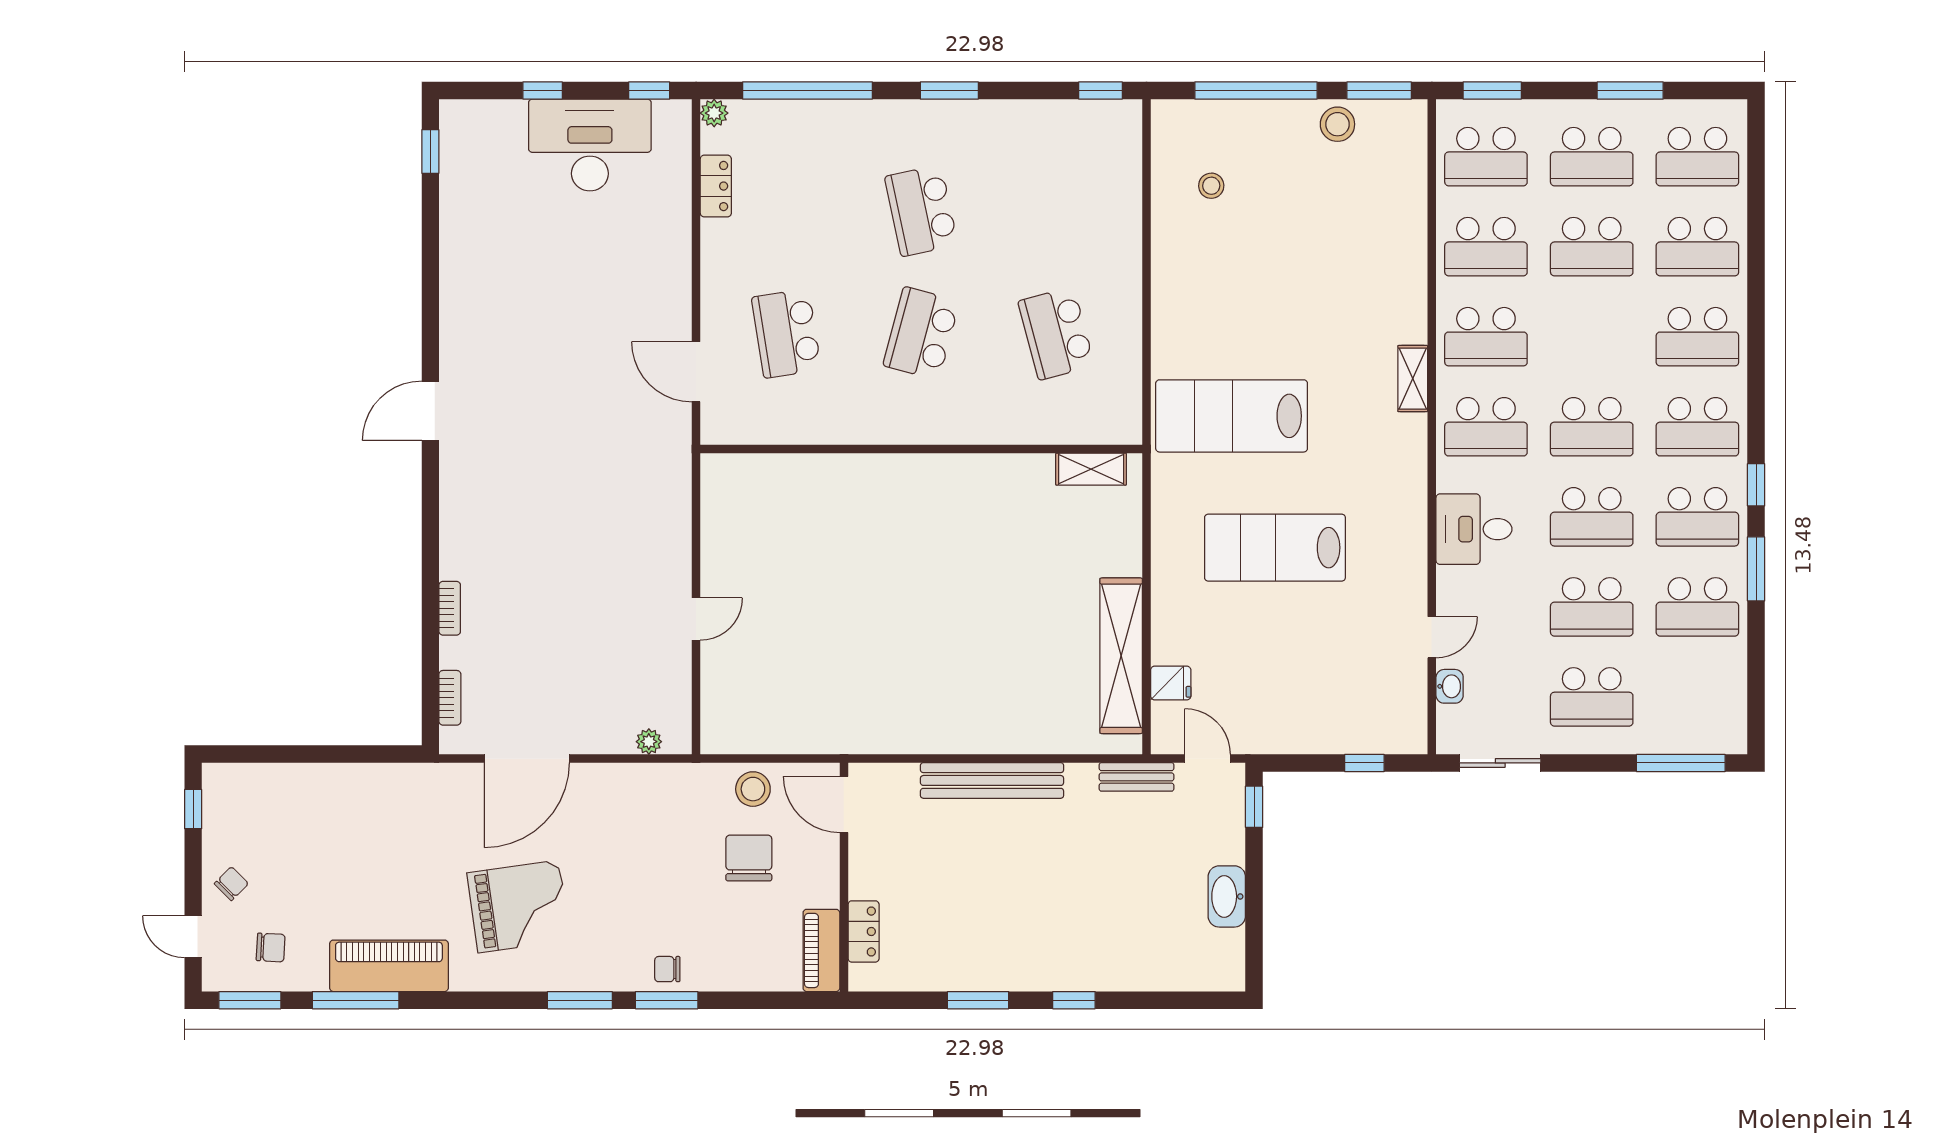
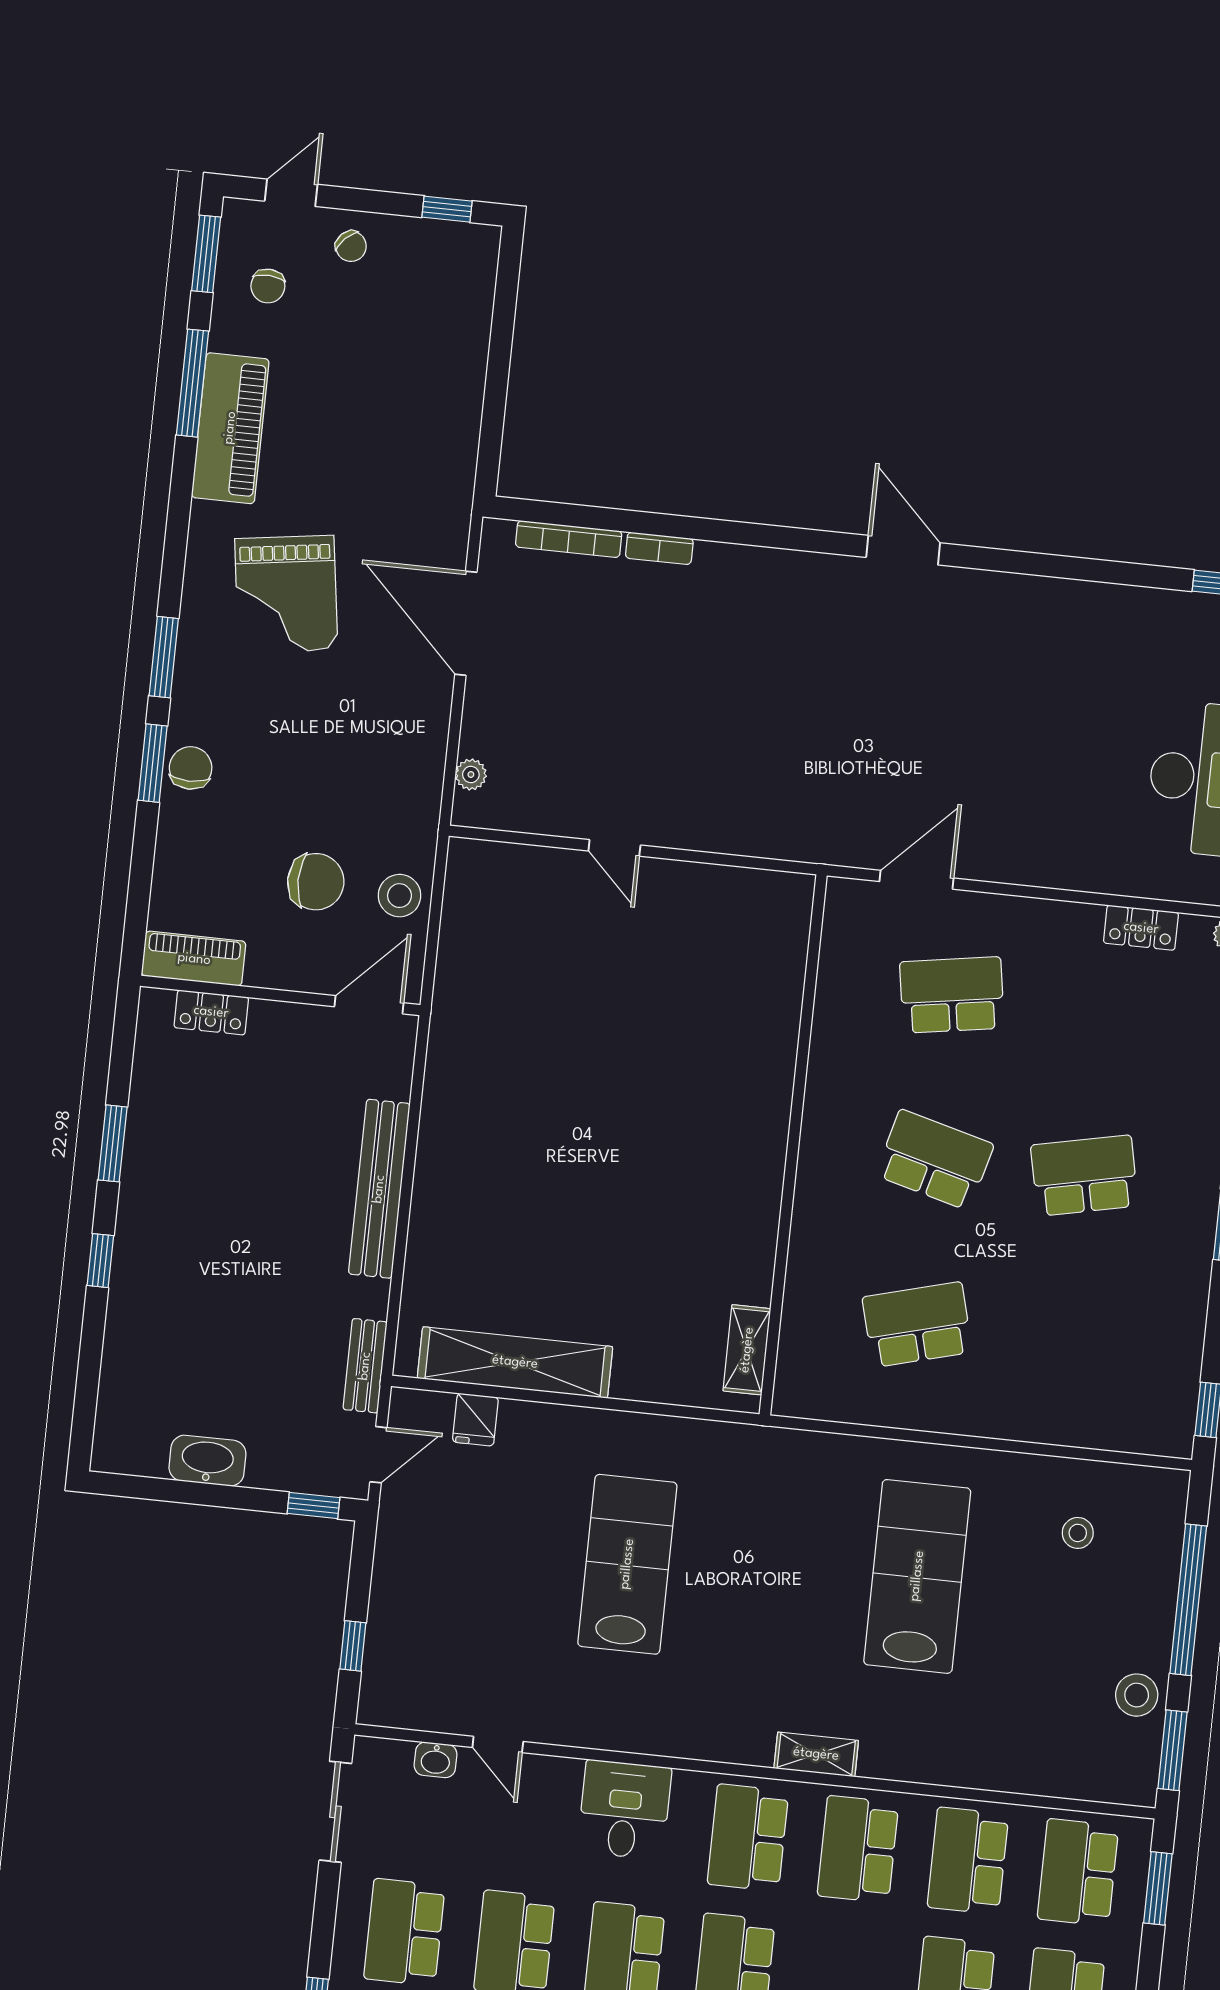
lab bench: (1232, 416) -> (917, 1576), moved
bookcase: (450, 698) -> (569, 539), width x1.56
chair: (667, 969) -> (191, 768), width x1.37, depth x1.37

